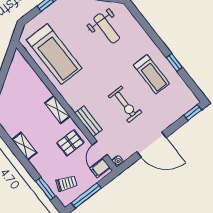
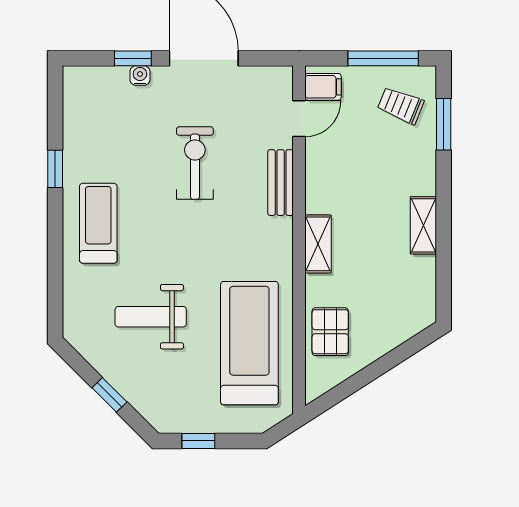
weight bench: (107, 28) -> (151, 317), moved, turned -90
treadmill: (151, 74) -> (98, 223), moved
window: (193, 113) -> (133, 58), moved
pallet: (70, 143) -> (330, 332), moved, turned 90
water cooler: (118, 161) -> (140, 76), moved

